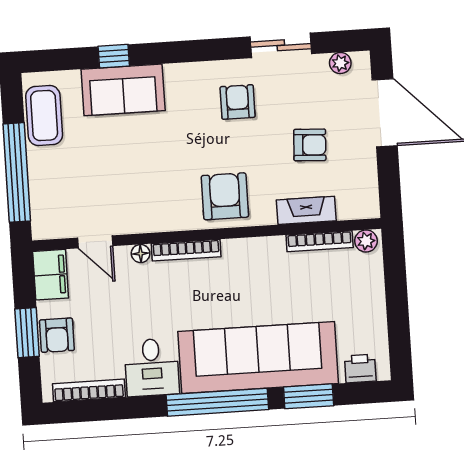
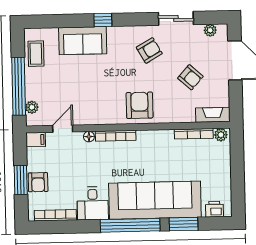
window: (114, 56) -> (103, 20), moved
armchair: (238, 102) -> (149, 50), turned 60
coffee table: (44, 115) -> (36, 54), width x0.73, depth x0.77
armchair: (310, 145) -> (190, 77), turned 39
plant: (41, 207) -> (32, 107), added
fireplace: (306, 210) -> (213, 115), moved
door: (95, 242) -> (63, 129), swing flipped
filing cabinet: (51, 275) -> (36, 140), width x0.50

